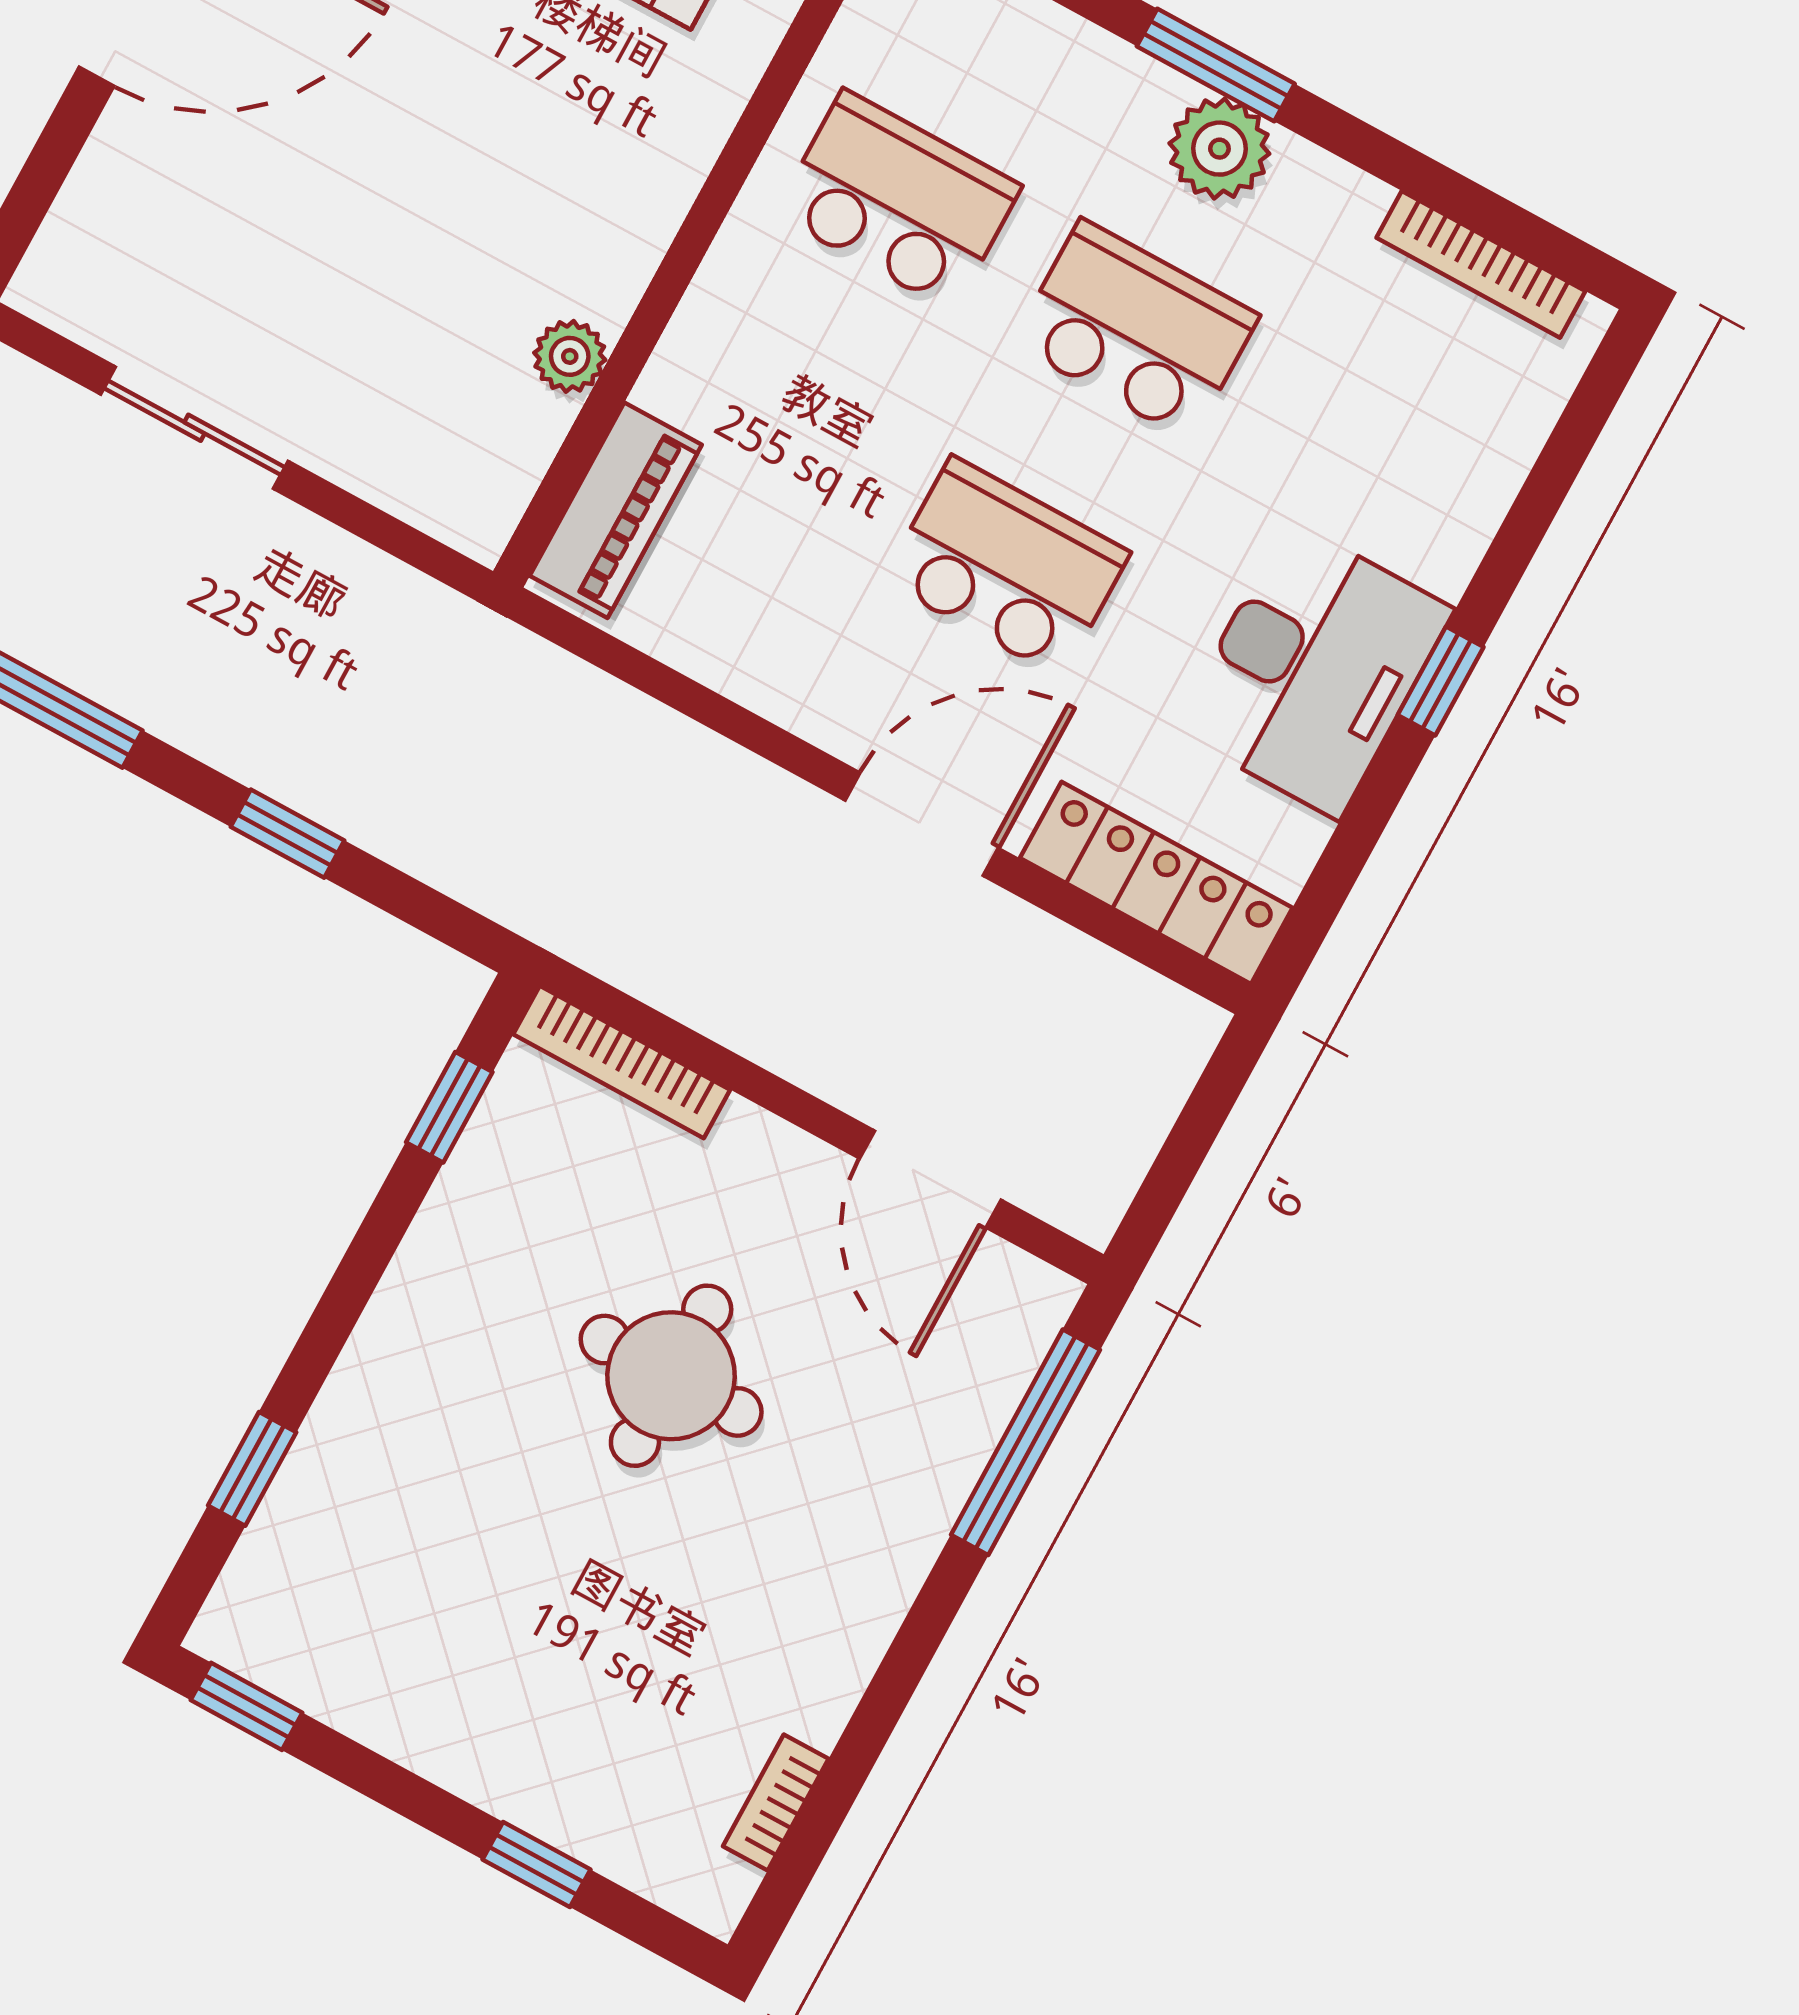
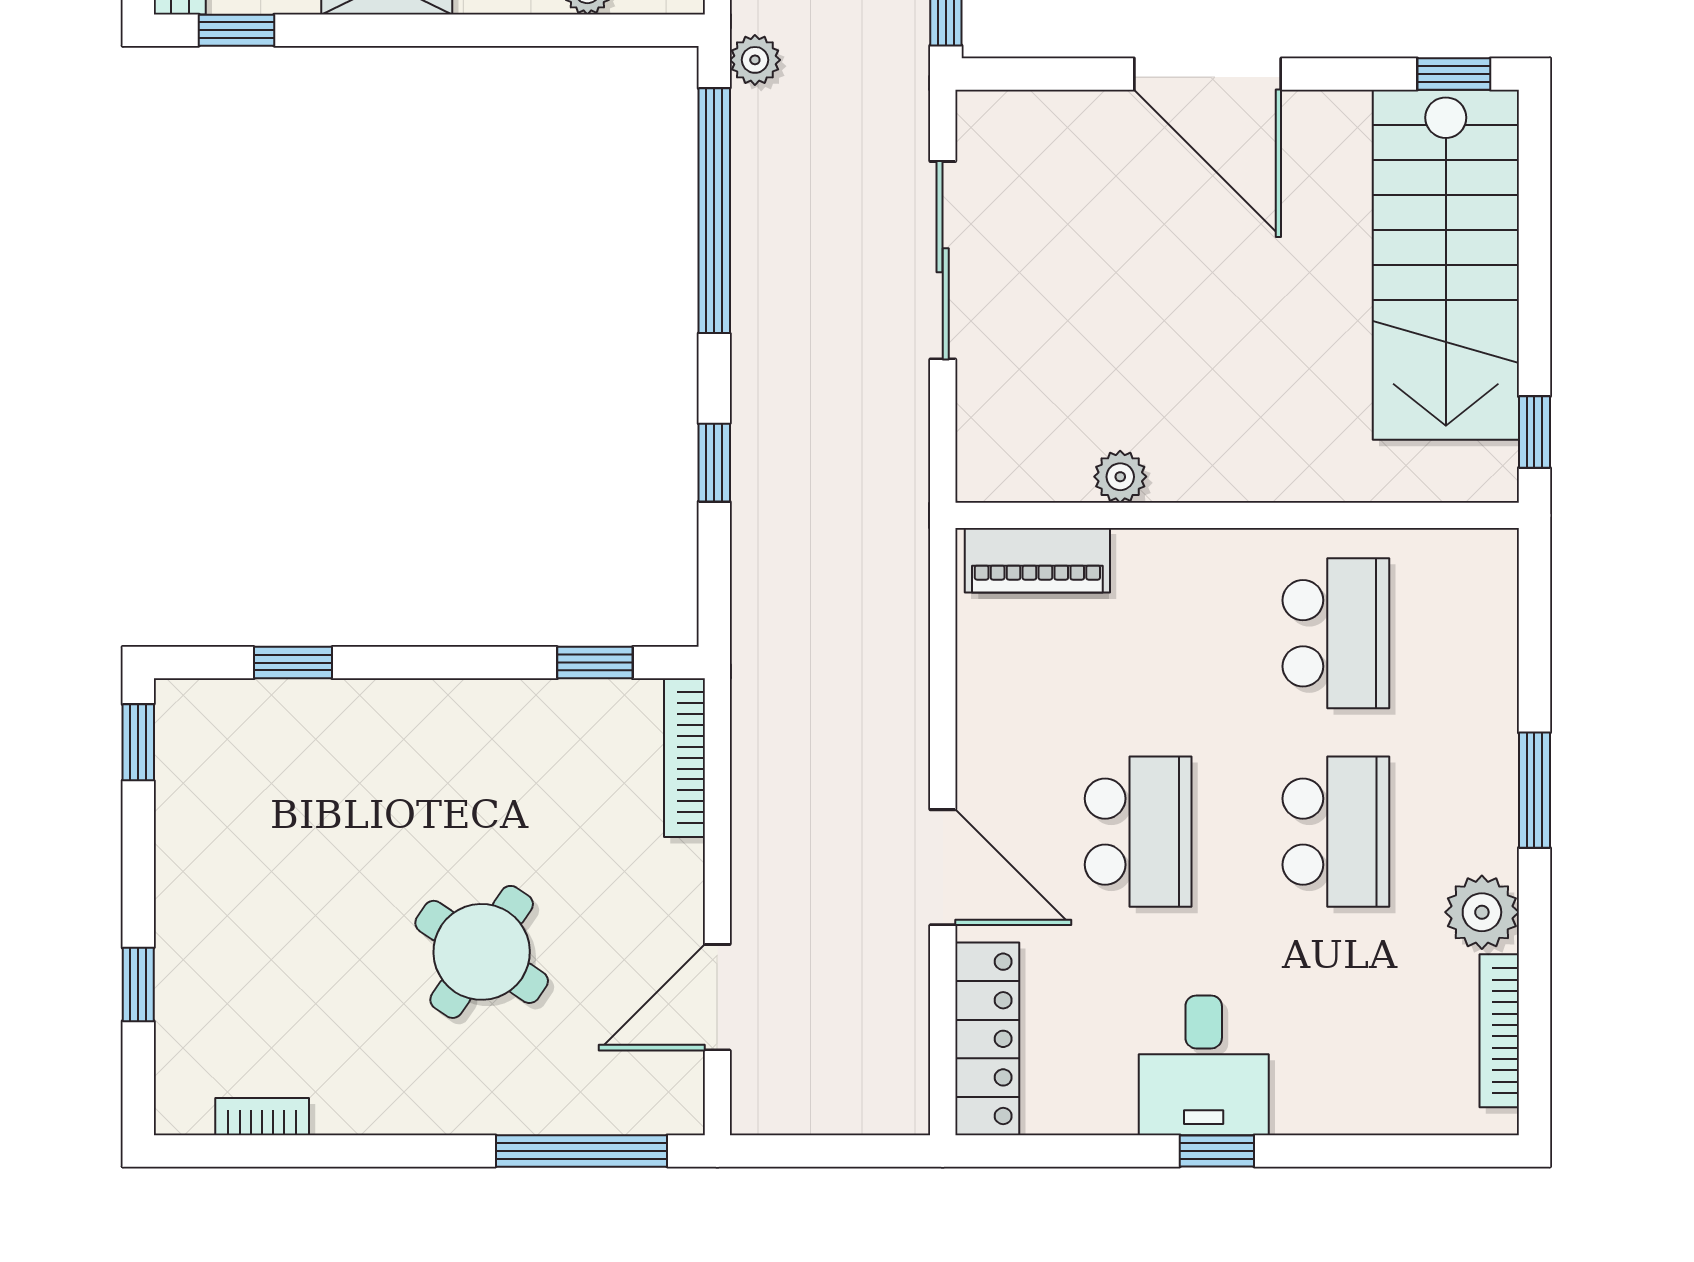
plant: (1219, 149) -> (1482, 912), moved
sliding door: (194, 428) -> (943, 260), width x1.37
desk: (1314, 670) -> (1204, 1065), width x0.73
round table: (671, 1376) -> (482, 952), moved, turned 34

